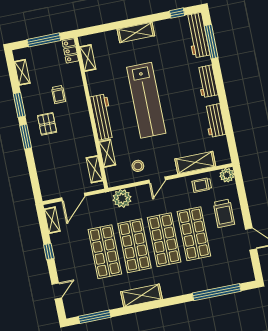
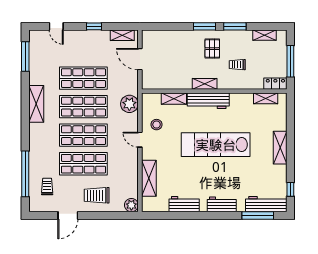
pallet: (47, 124) -> (212, 49), turned 90
shelving: (94, 169) -> (205, 84), moved
trolley: (202, 185) -> (47, 187), moved

